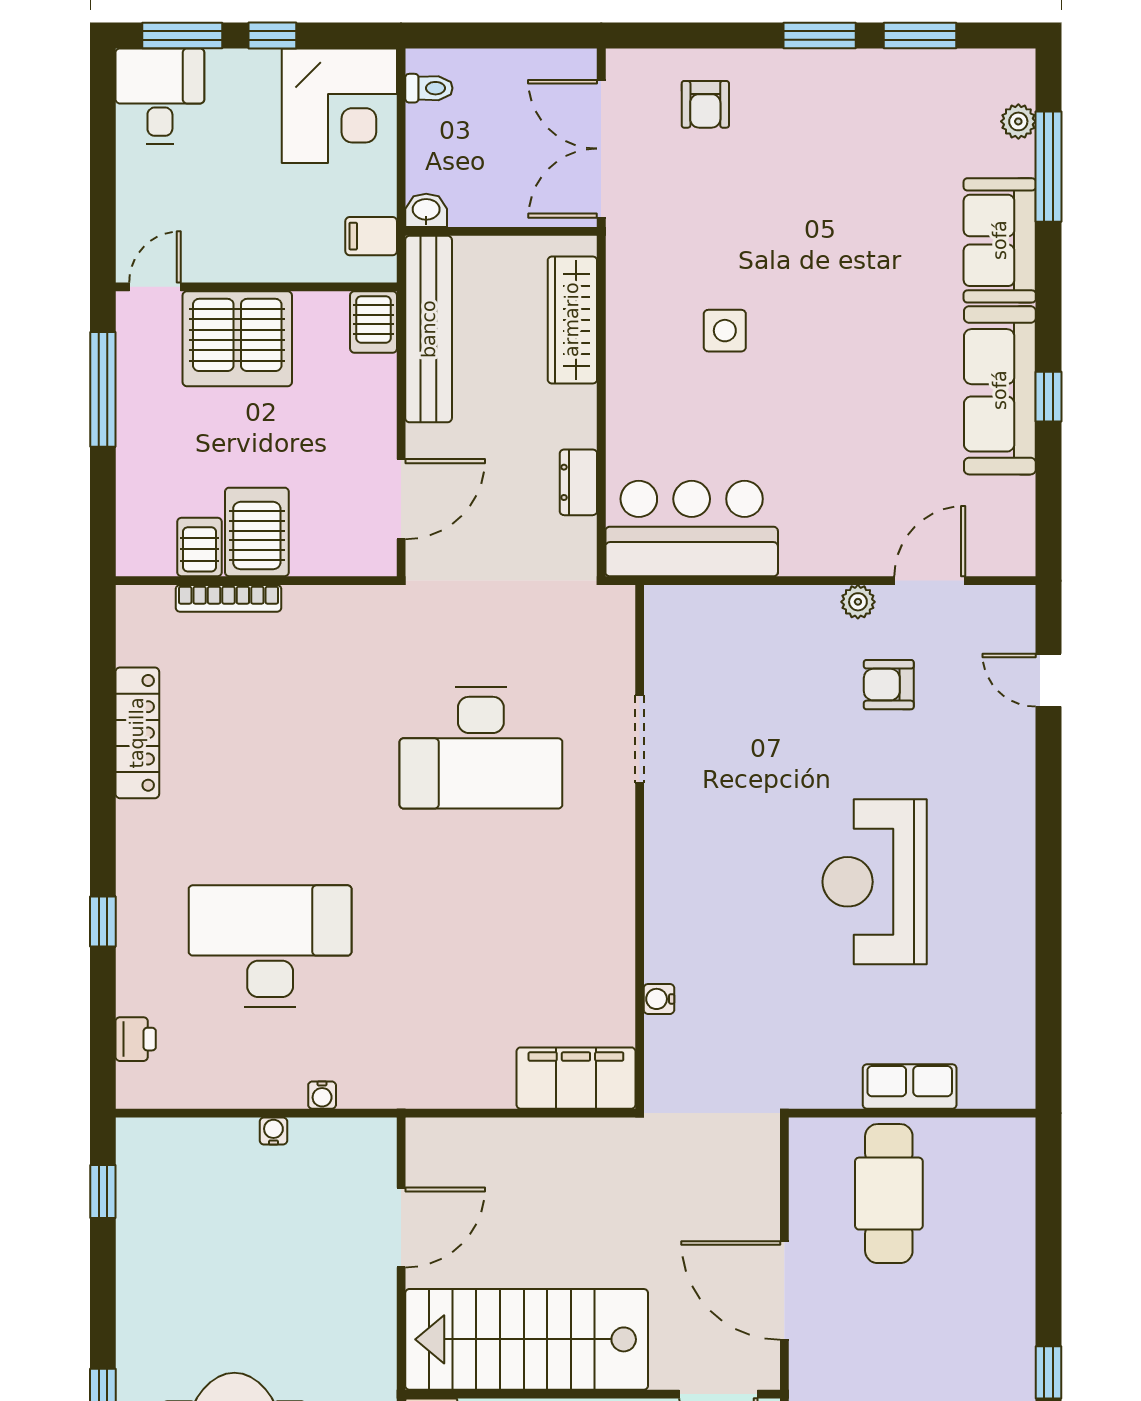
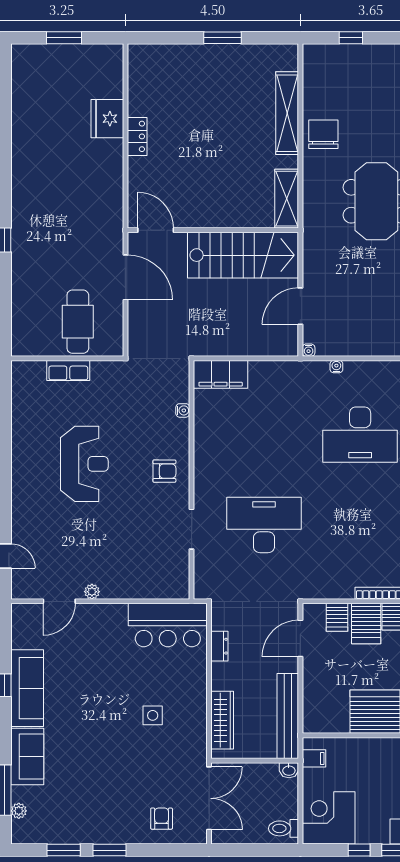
toilet: (429, 88) -> (284, 828), width x1.37, depth x1.39
server rack: (374, 322) -> (337, 617), moved, turned 180
armchair: (889, 685) -> (164, 471), moved
water cooler: (273, 1131) -> (309, 350), moved

